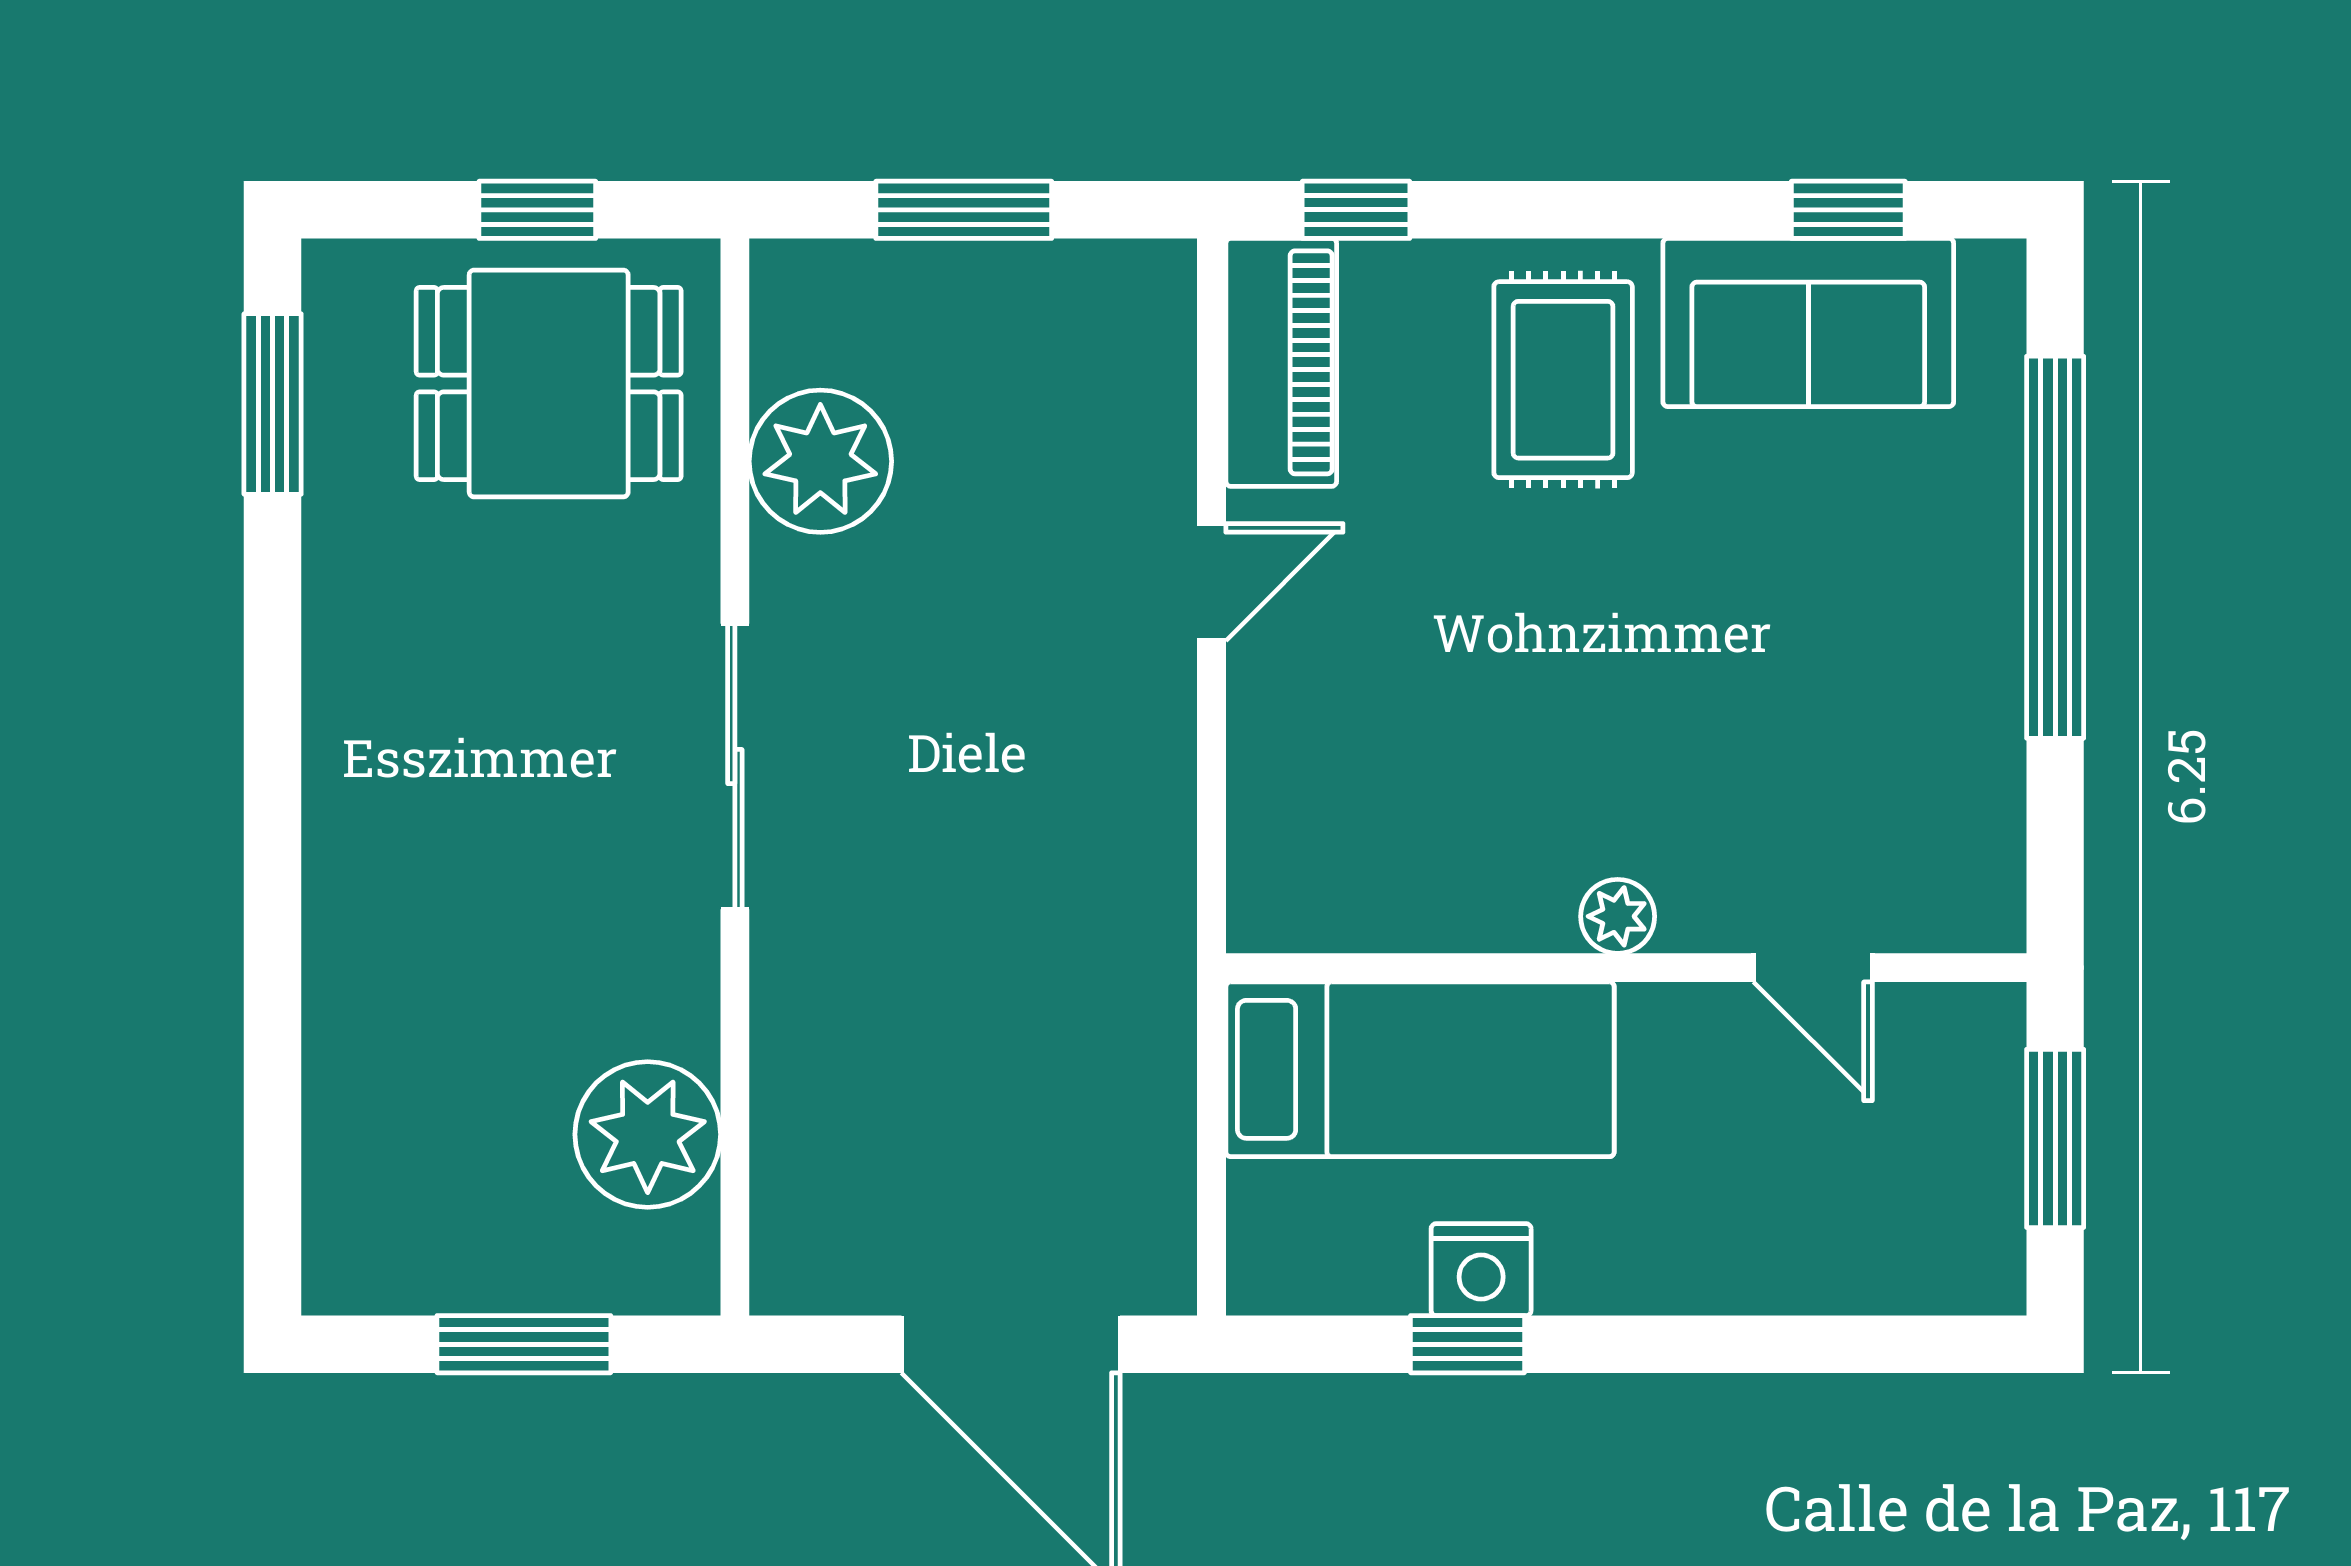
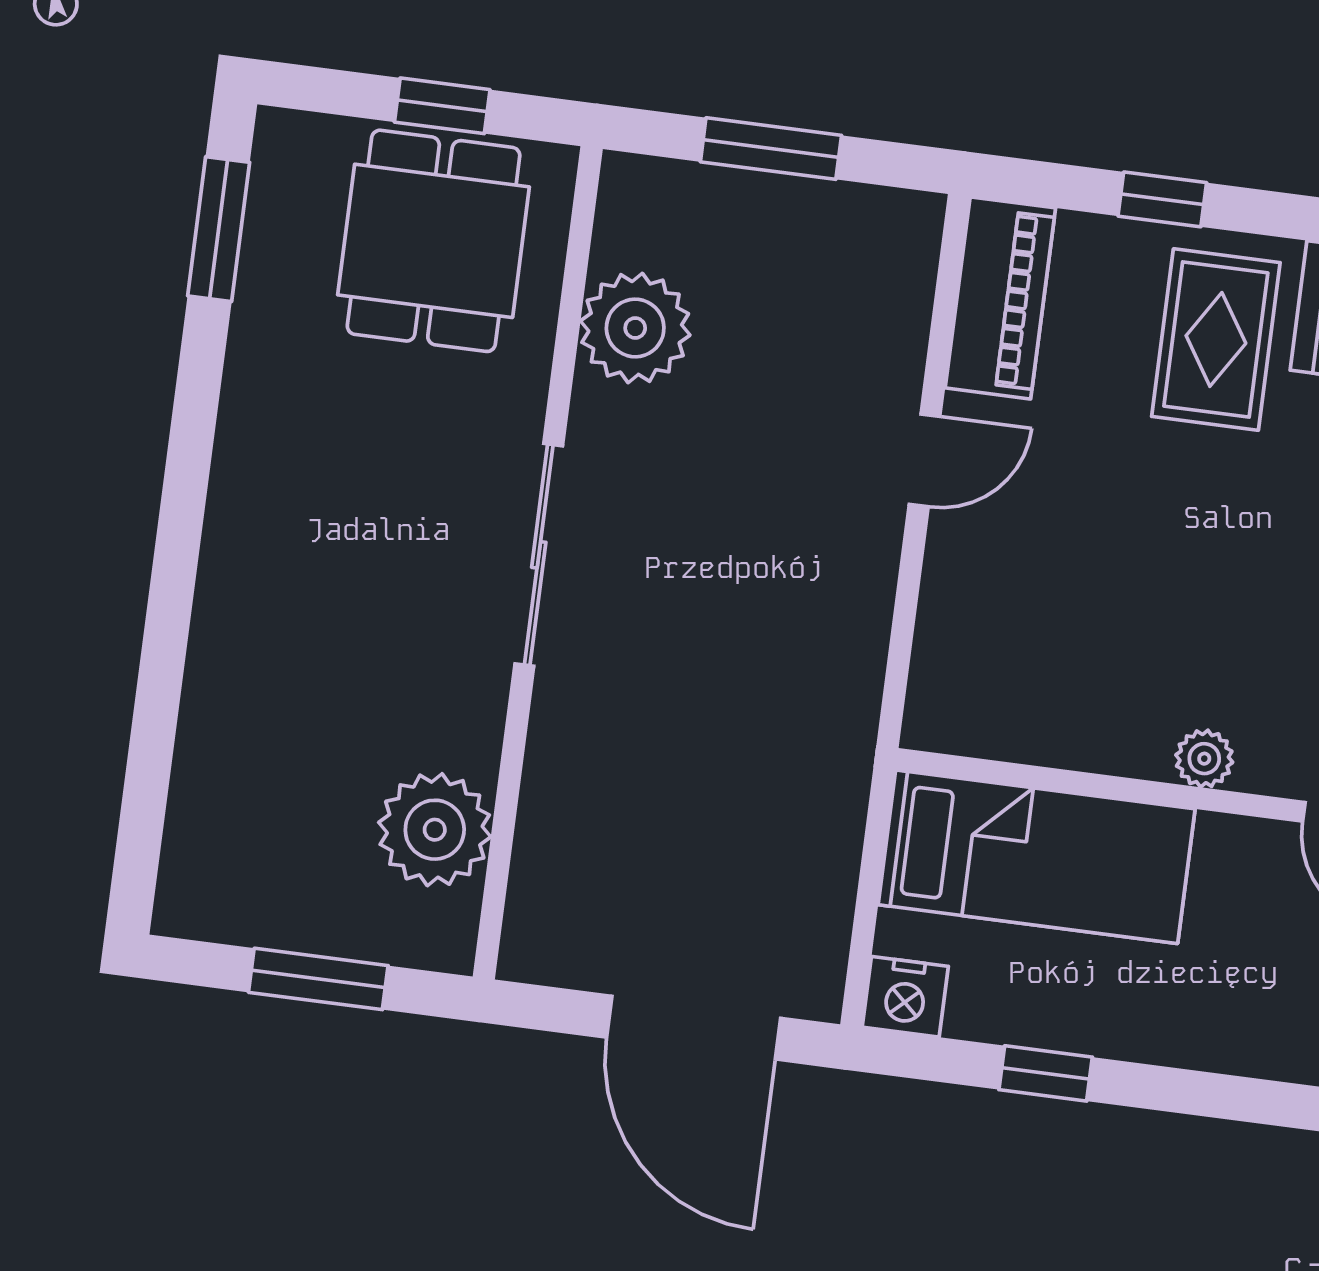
window: (1356, 210) -> (1162, 199), moved
dining table: (549, 383) -> (434, 241), turned 90
nightstand: (1481, 1270) -> (905, 997), moved

